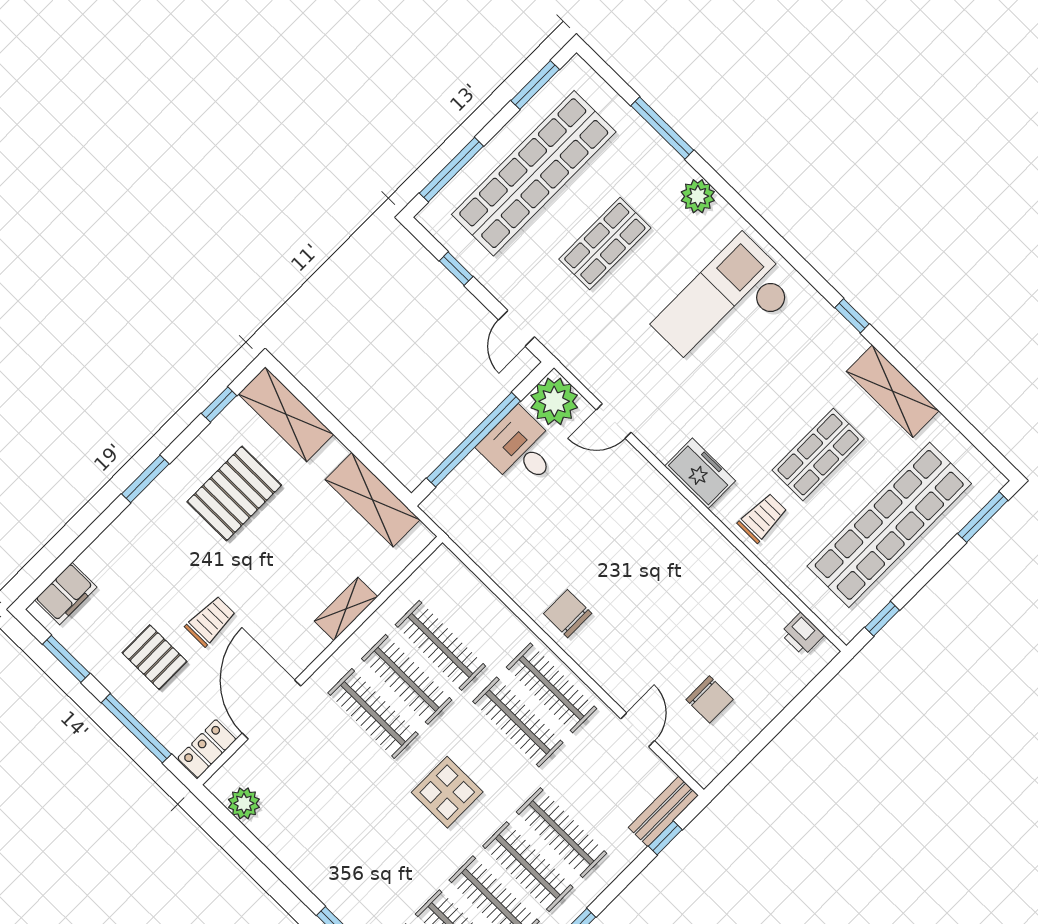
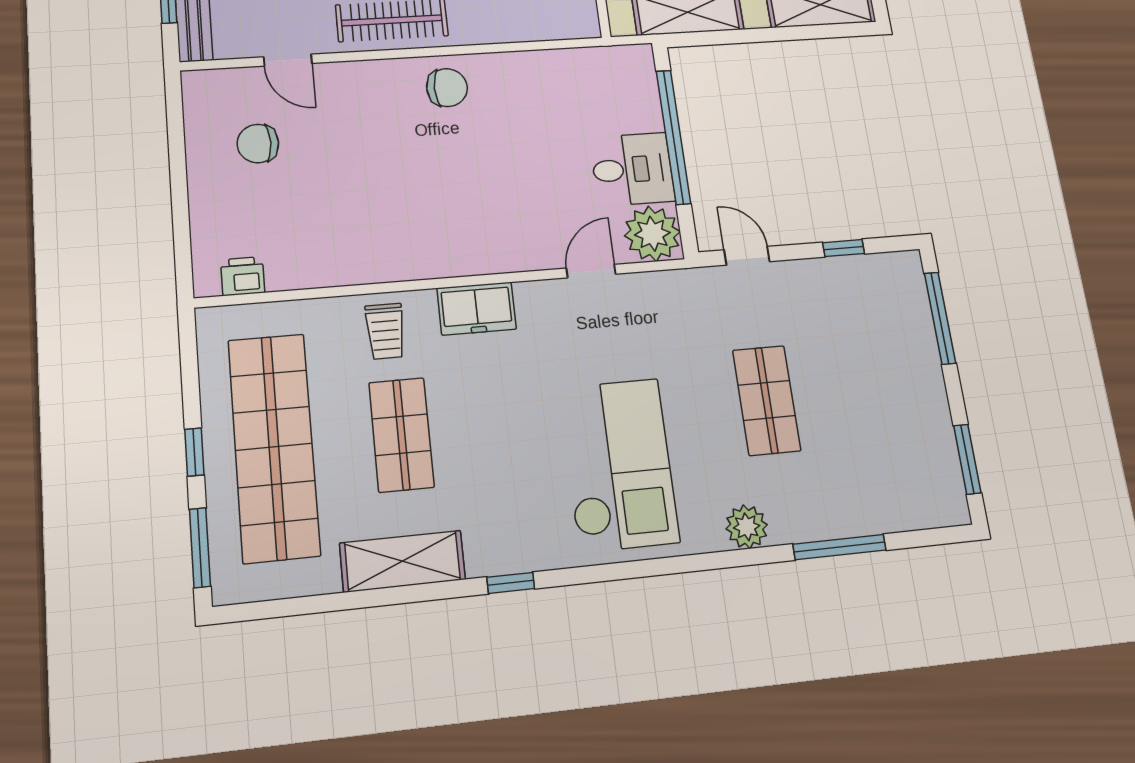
shop shelf: (534, 173) -> (883, 389), removed
window: (882, 619) -> (194, 452), moved

